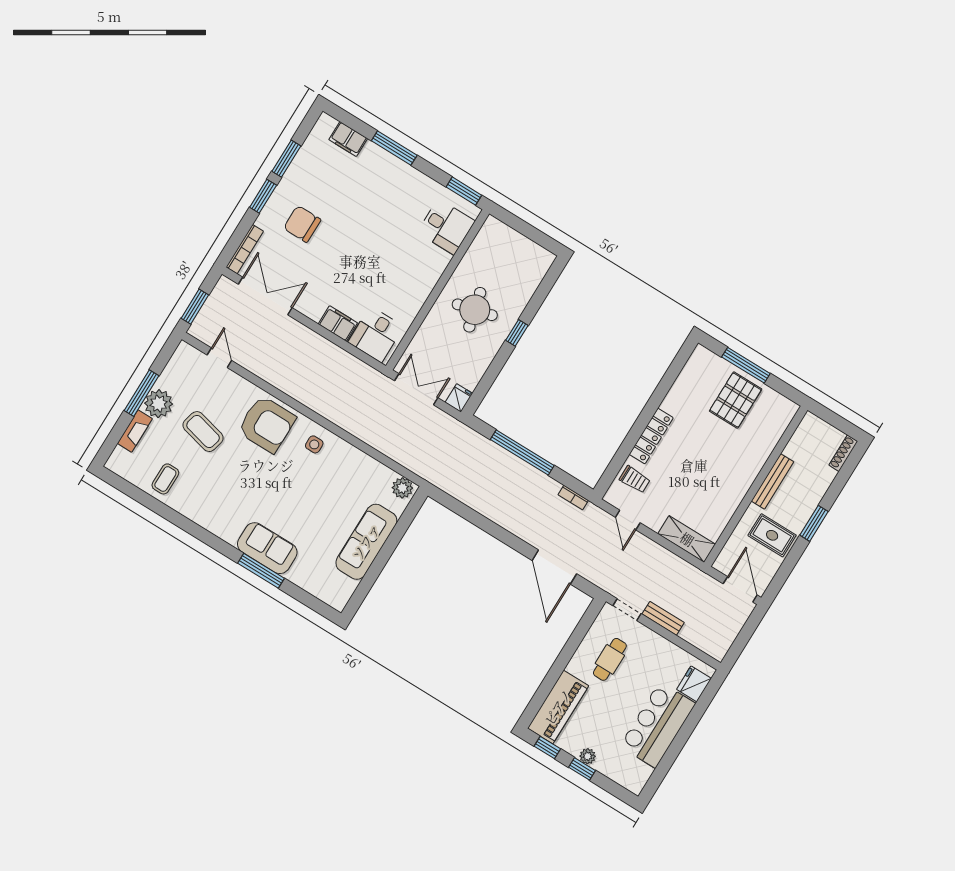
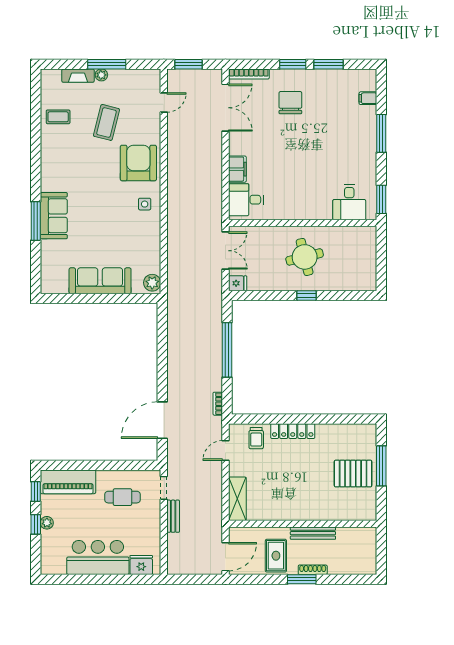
filing cabinet: (348, 139) -> (368, 98), width x0.50
plant: (159, 404) -> (101, 75), width x0.53, depth x0.53
armchair: (267, 424) -> (138, 163), turned 180
shoe rack: (843, 453) -> (313, 570), moved

